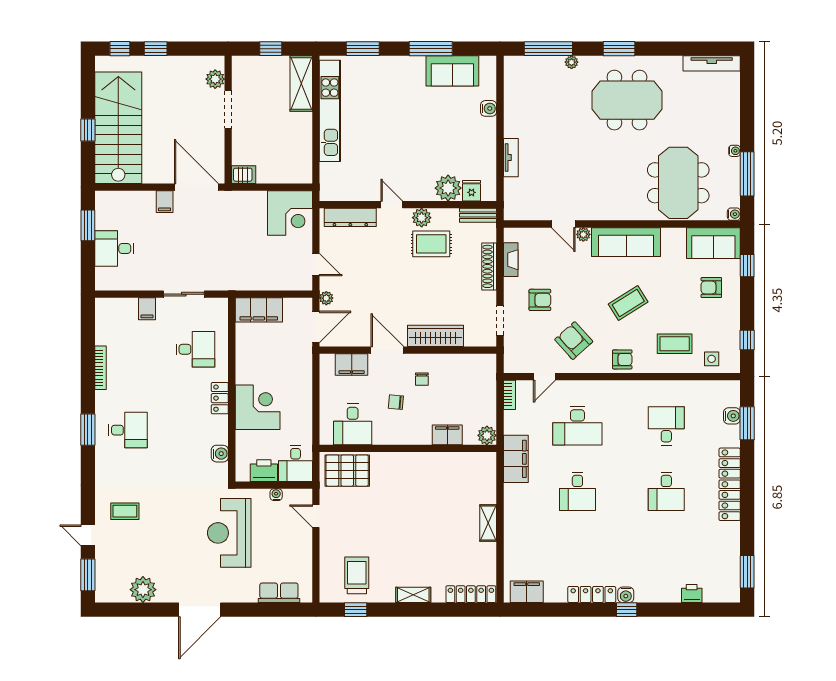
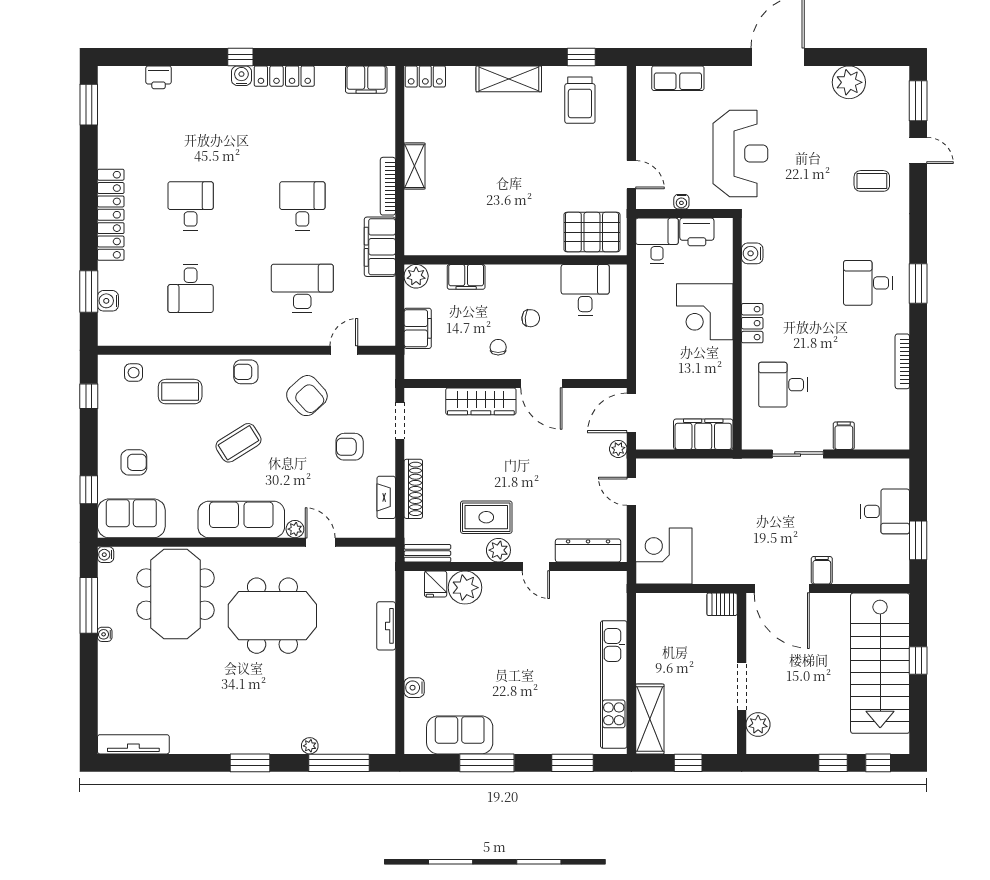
meeting table: (627, 100) -> (272, 616), moved
filing cabinet: (352, 364) -> (418, 328), moved, turned 90
bookcase: (509, 395) -> (388, 186), moved, width x1.56
locker: (471, 594) -> (425, 76), width x0.66
shelving: (413, 595) -> (509, 79), width x1.50, depth x1.33

